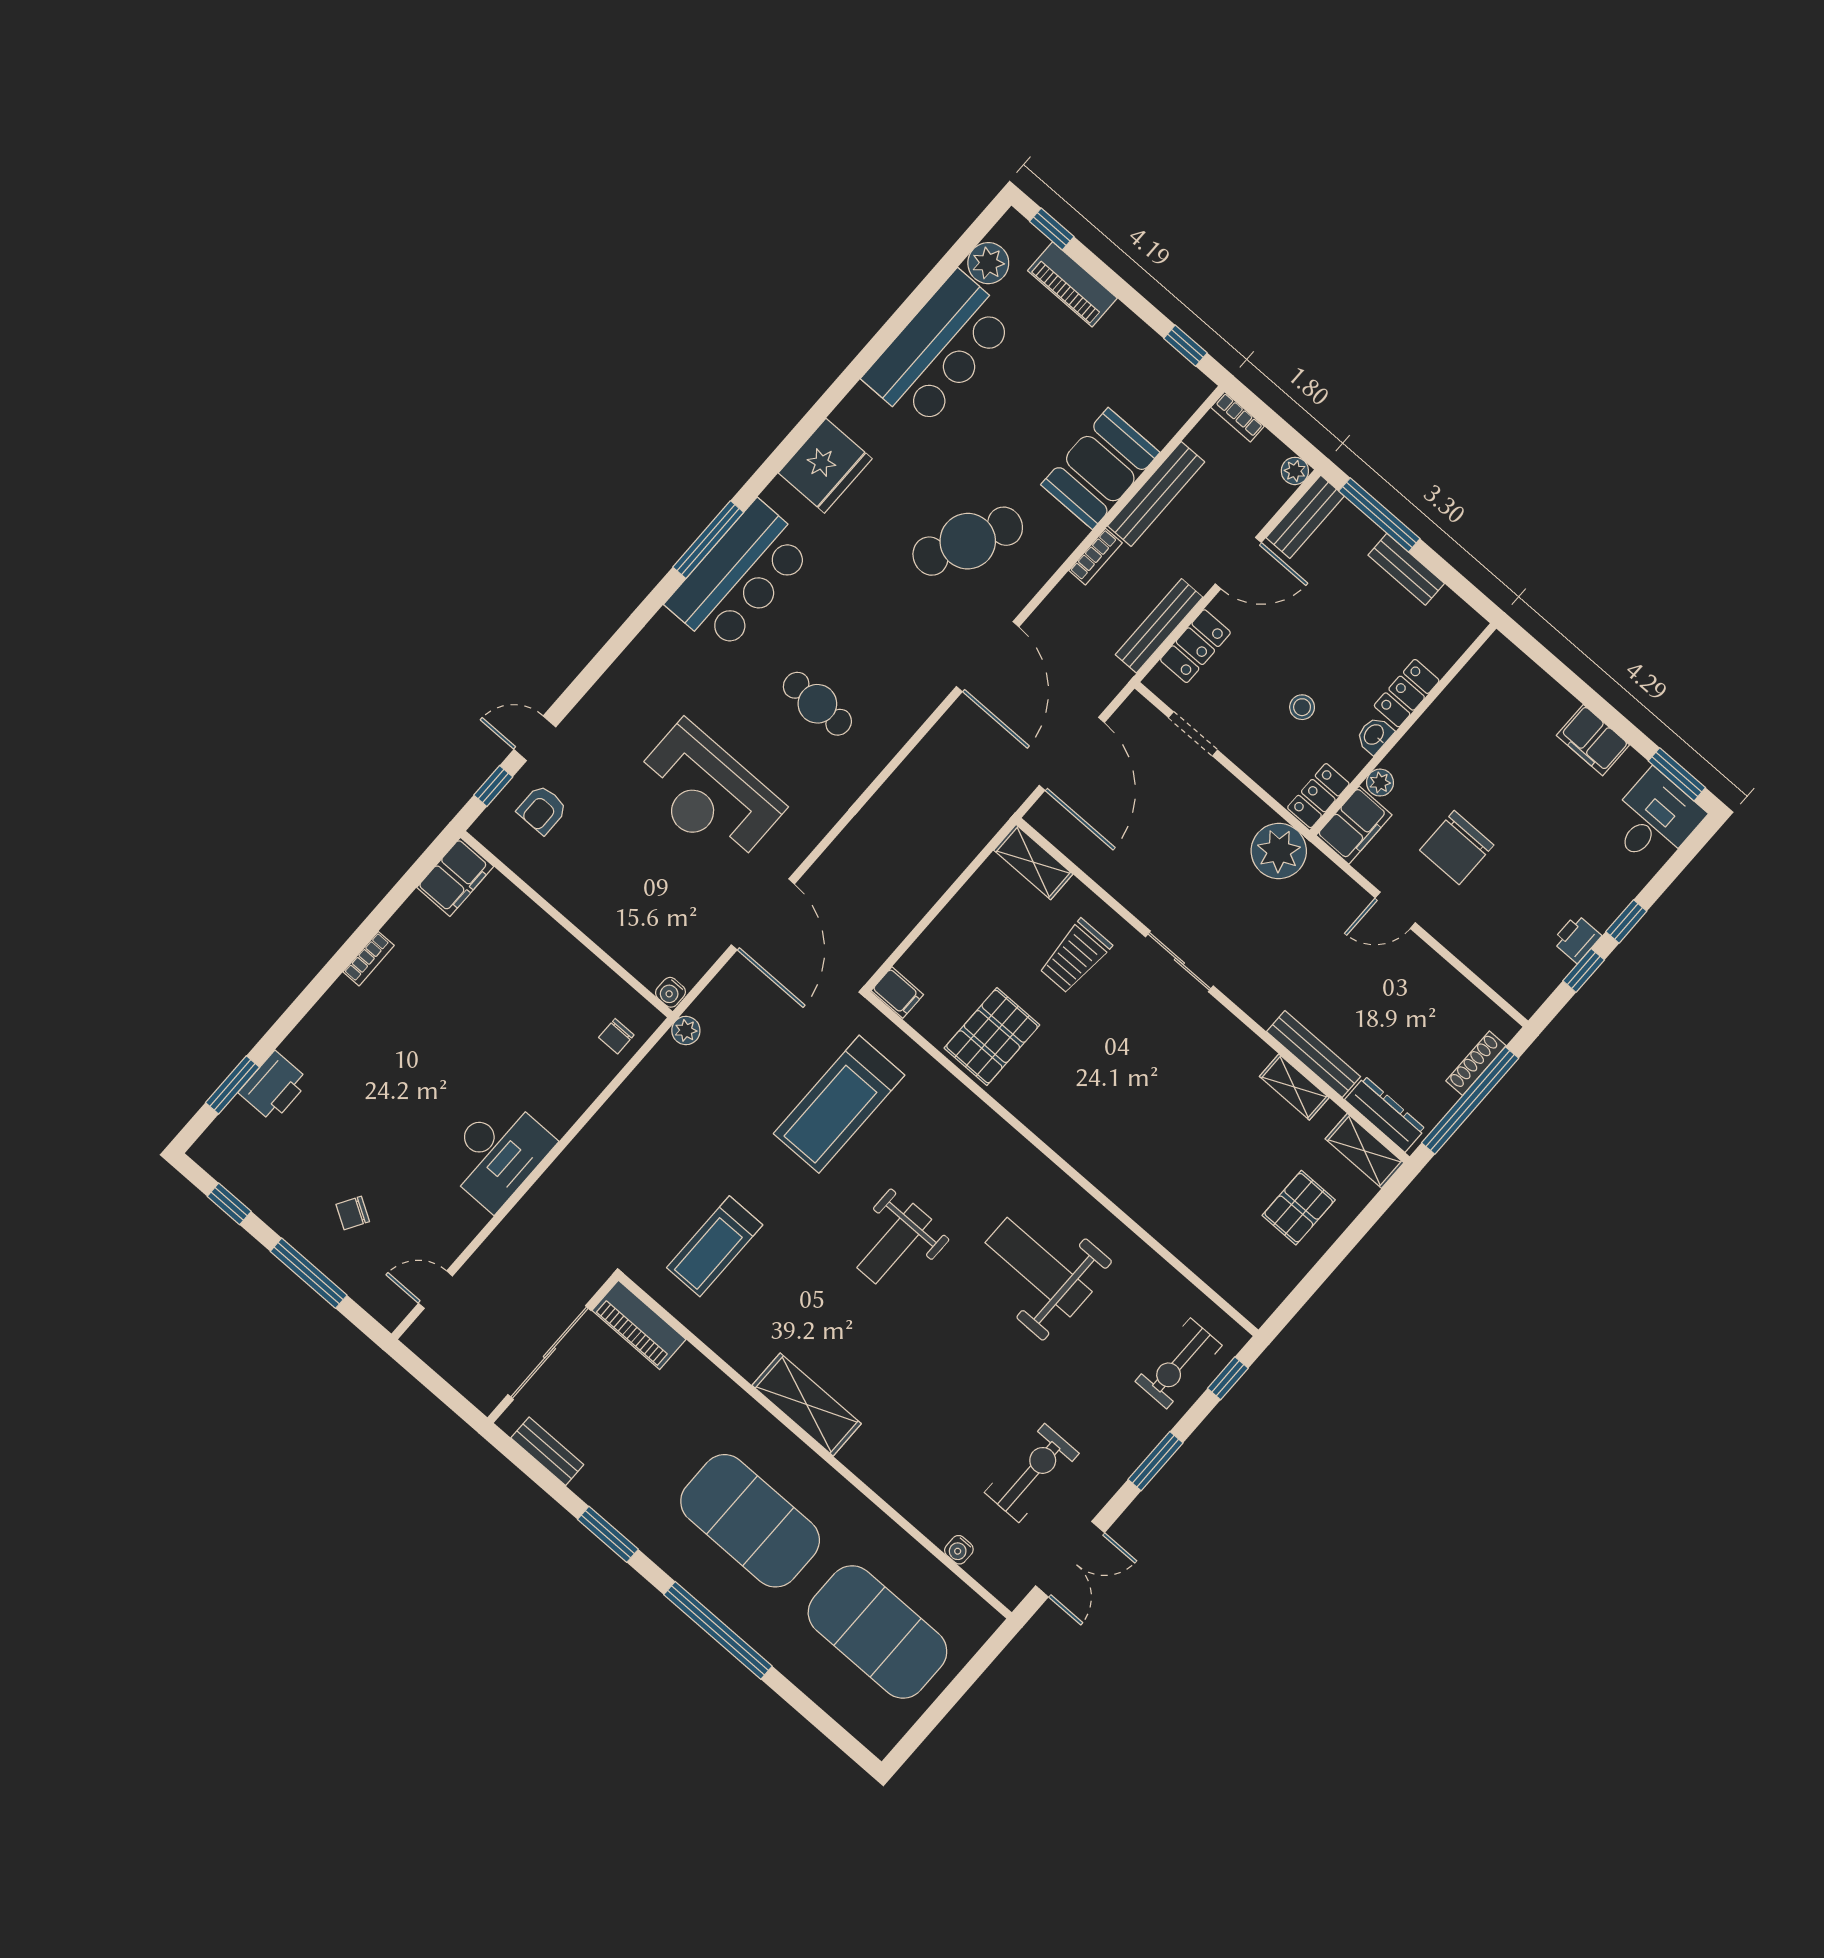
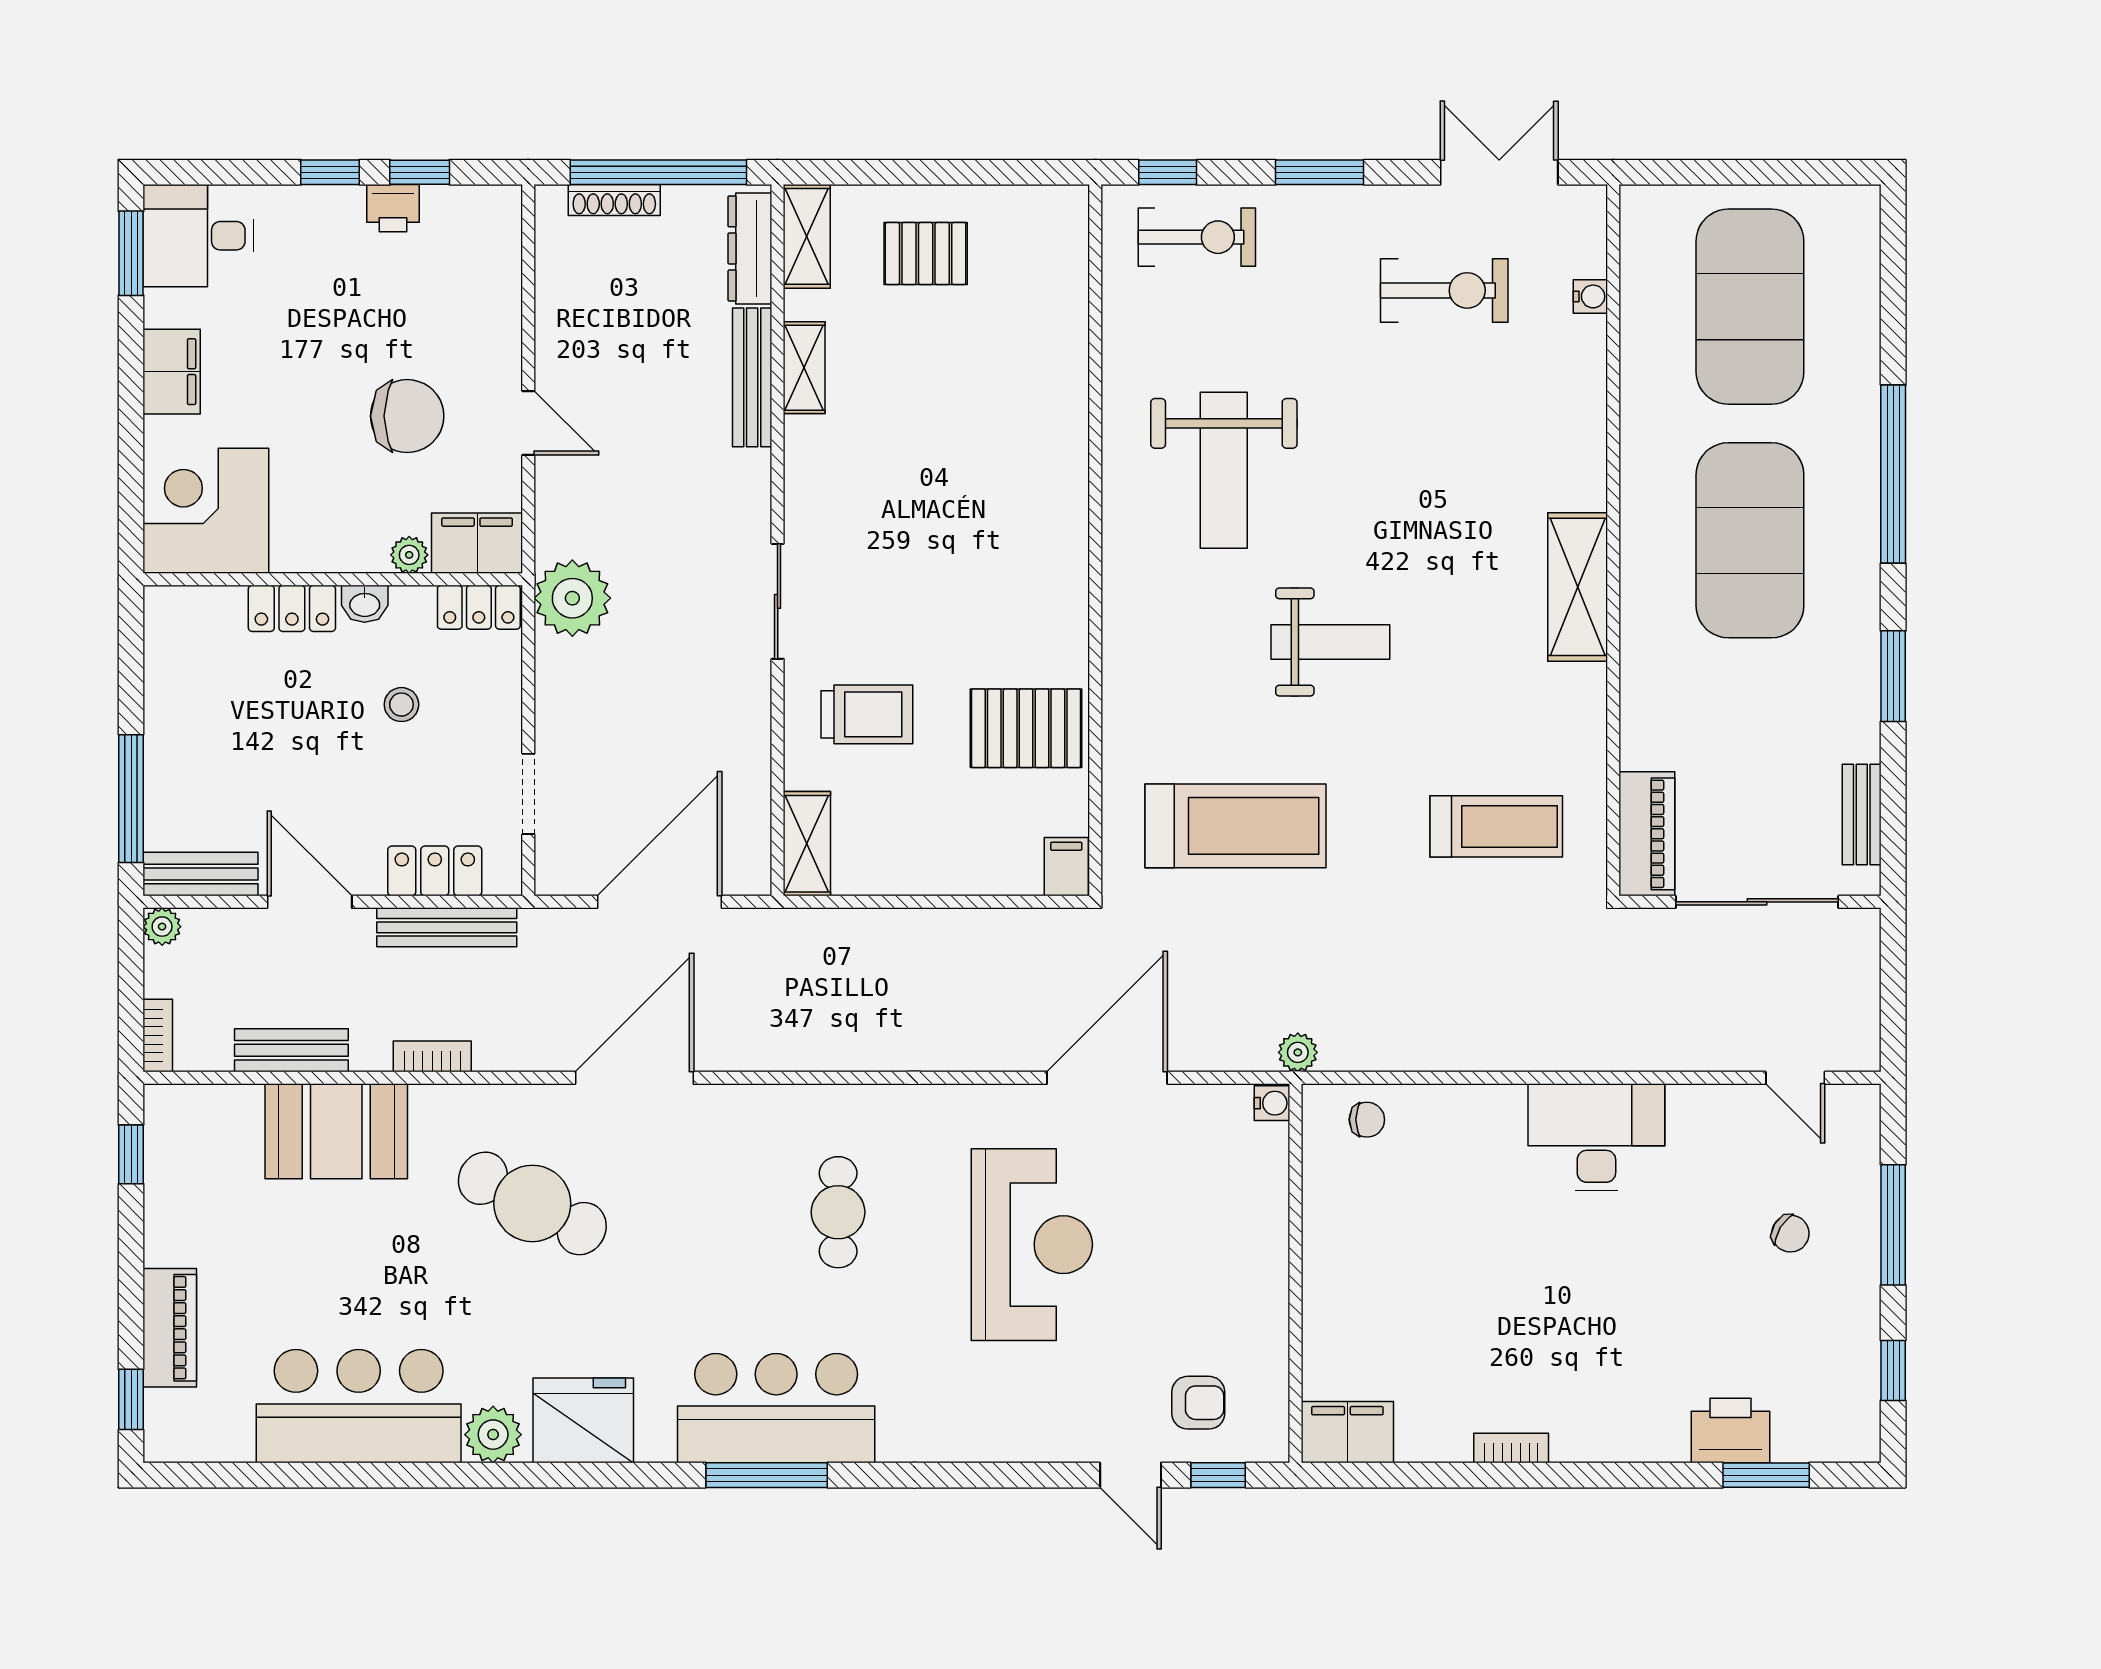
plant: (988, 263) -> (493, 1435), moved
bench: (1156, 494) -> (291, 1050), width x0.73
bench: (1406, 569) -> (163, 721), removed
corner desk: (1501, 693) -> (206, 511), added
exercise bike: (1032, 1473) -> (1444, 290), turned 180

